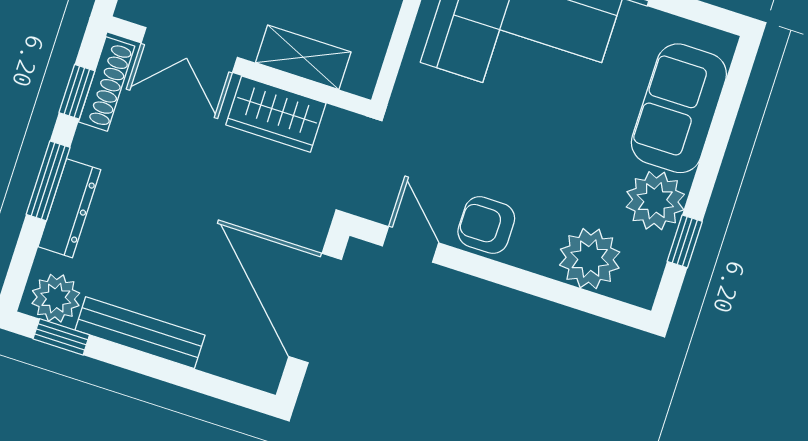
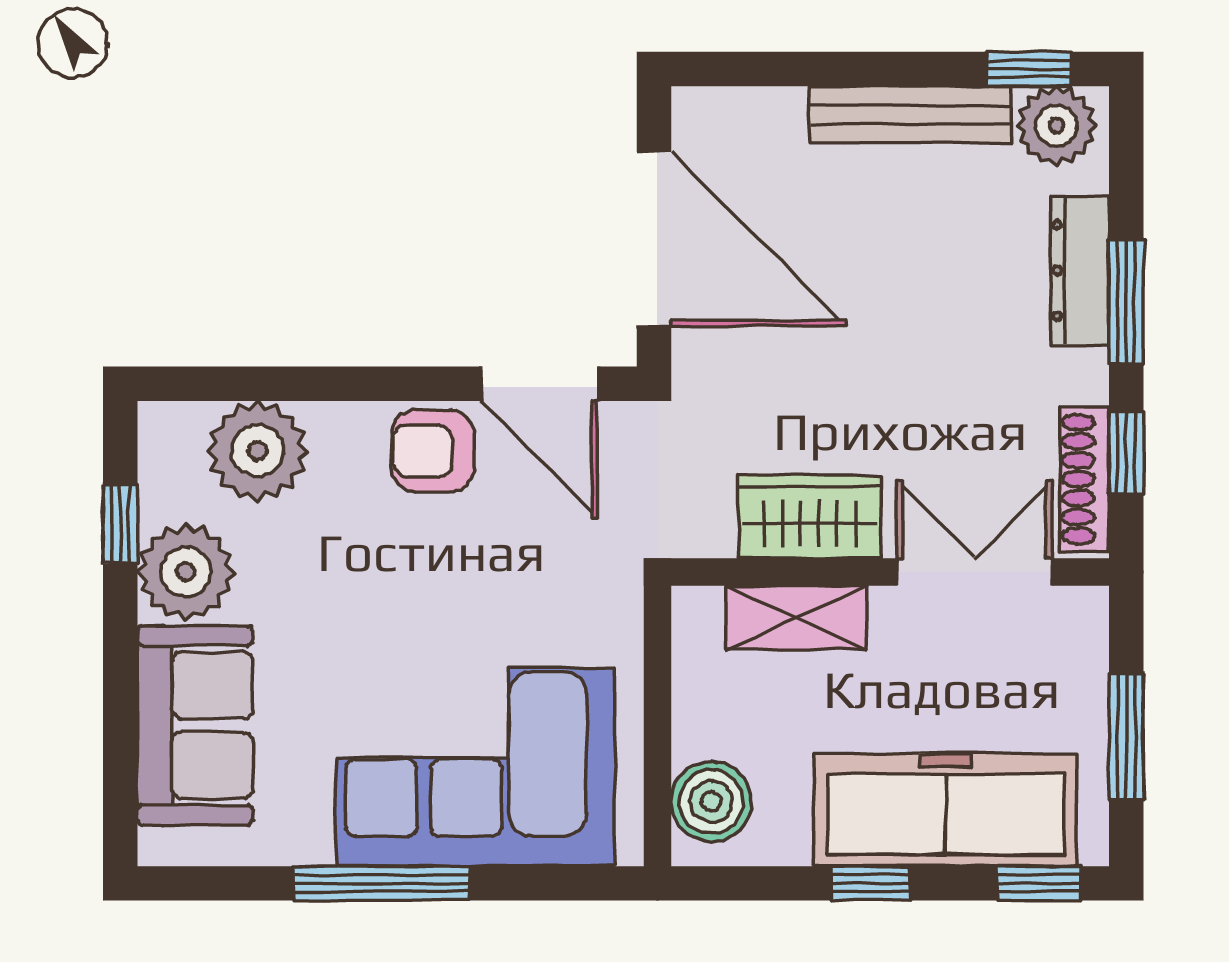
armchair: (486, 225) -> (433, 451), turned 180
door: (411, 244) -> (539, 384), width x1.38

